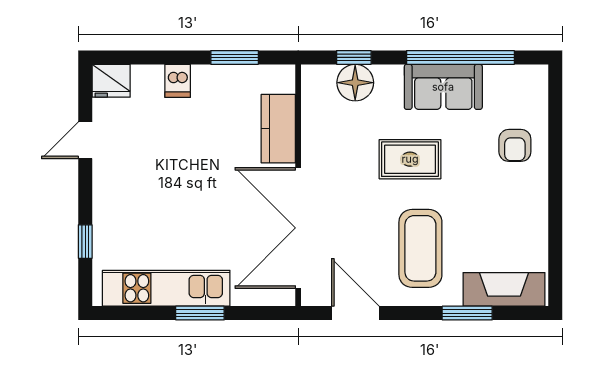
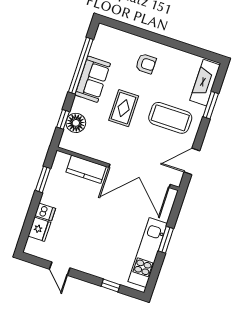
fridge: (111, 81) -> (39, 229), moved
armchair: (515, 145) -> (146, 64), moved

